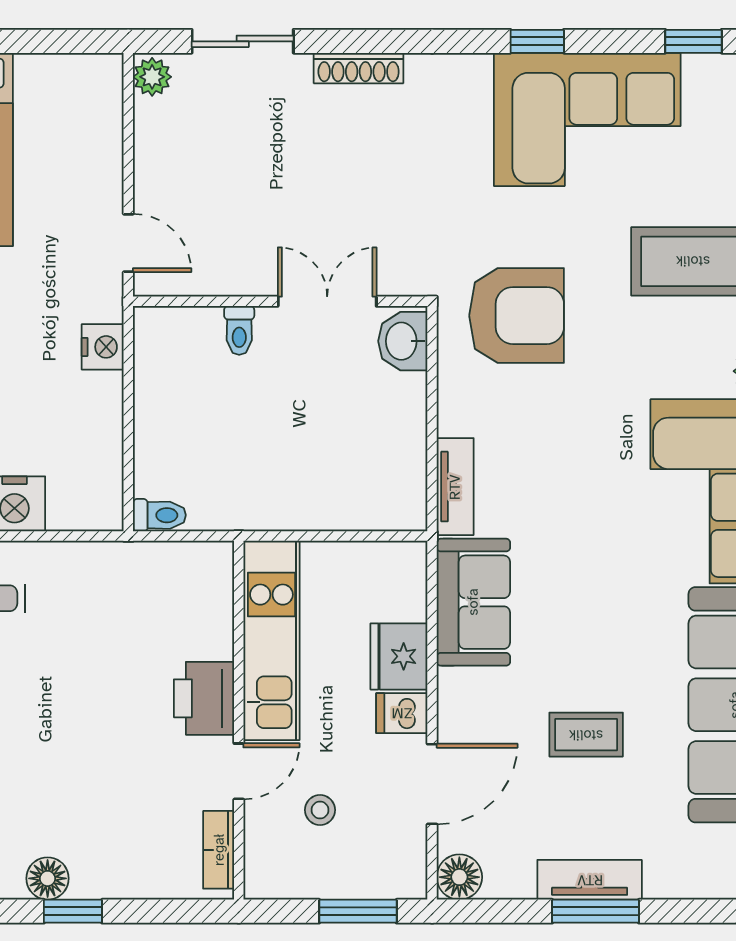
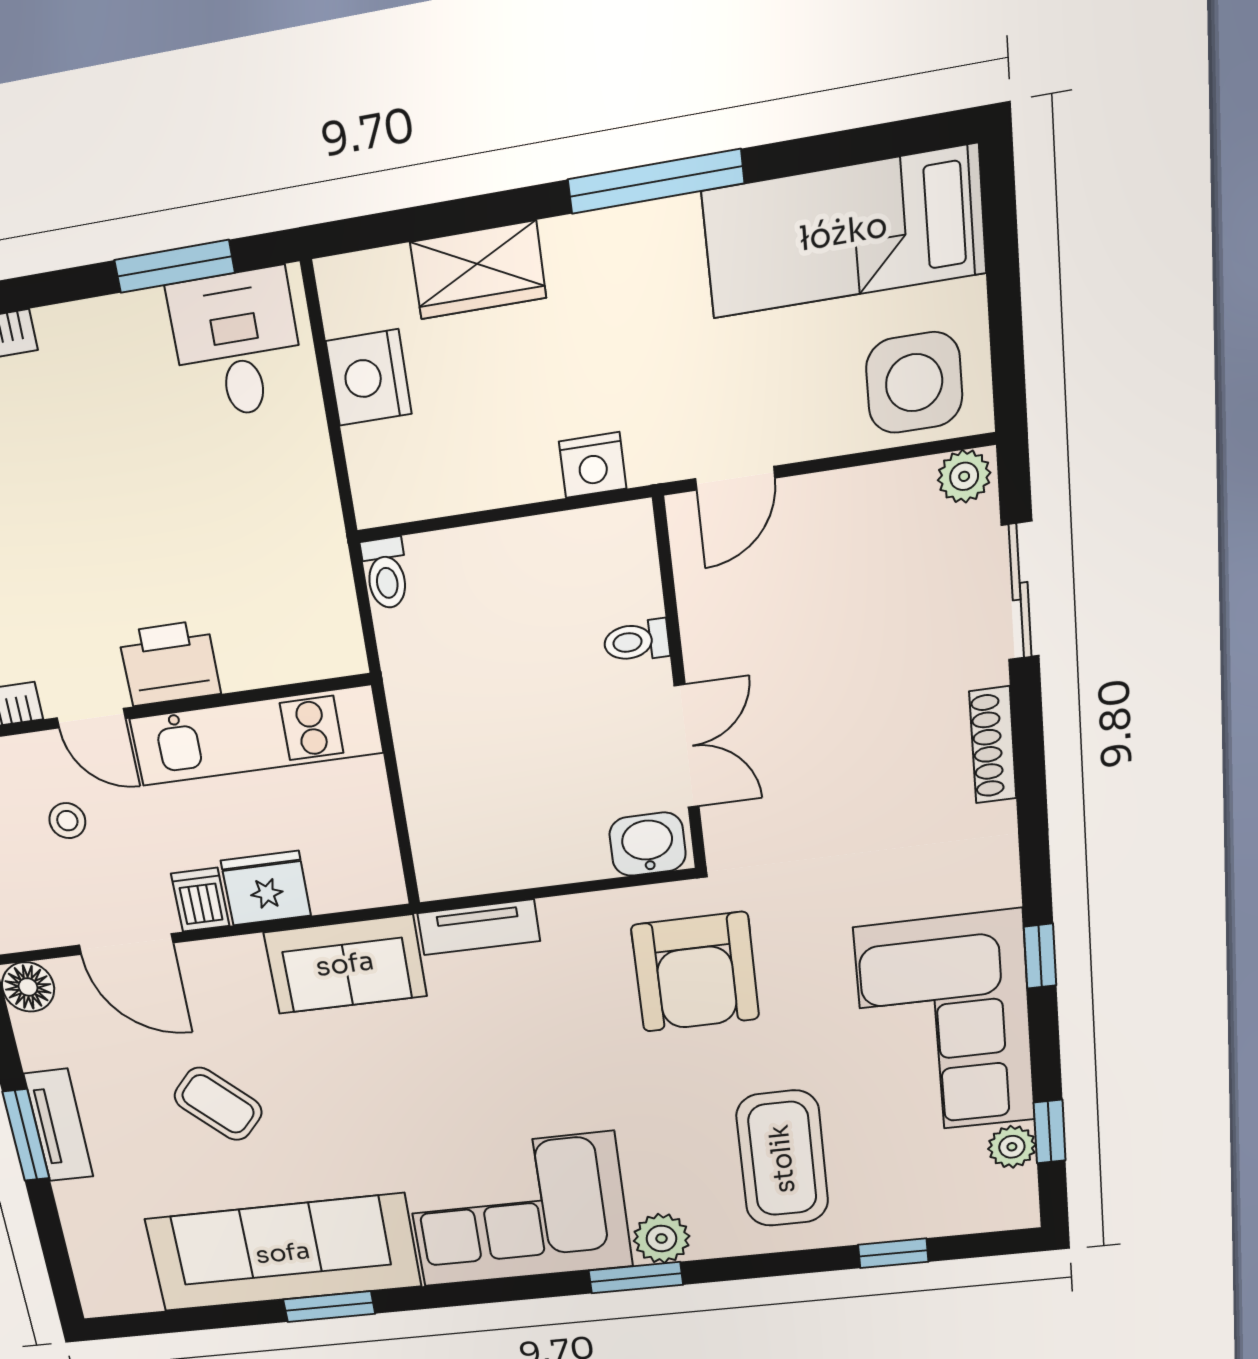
plant: (704, 72) -> (1012, 1147), added
side table: (80, 108) -> (914, 383), added
coffee table: (586, 735) -> (218, 1104), turned -47

